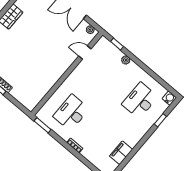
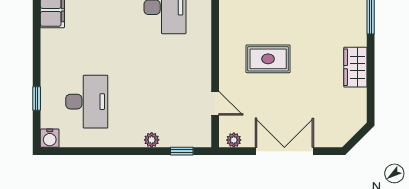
rug: (45, 52) -> (268, 59), added
door: (85, 52) -> (215, 103), hinge flipped

